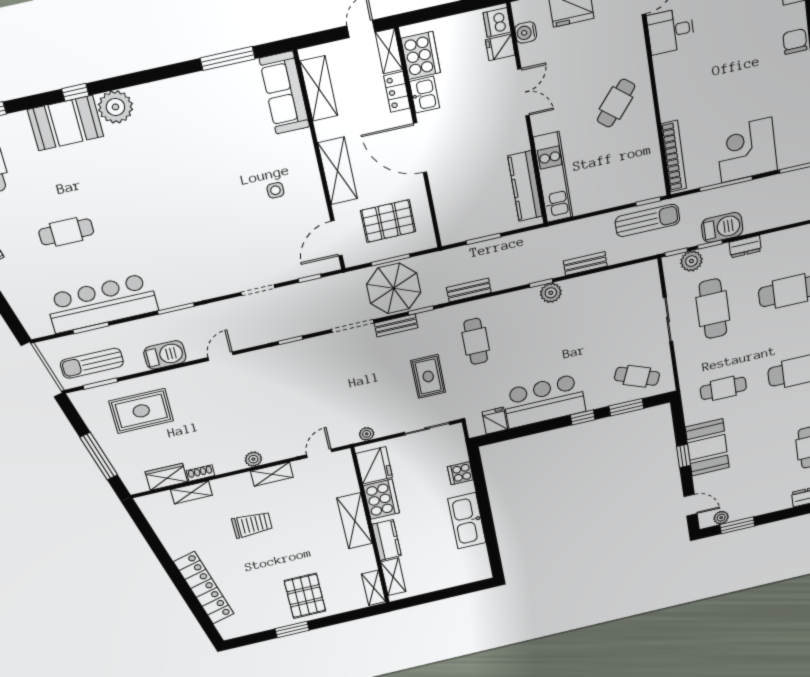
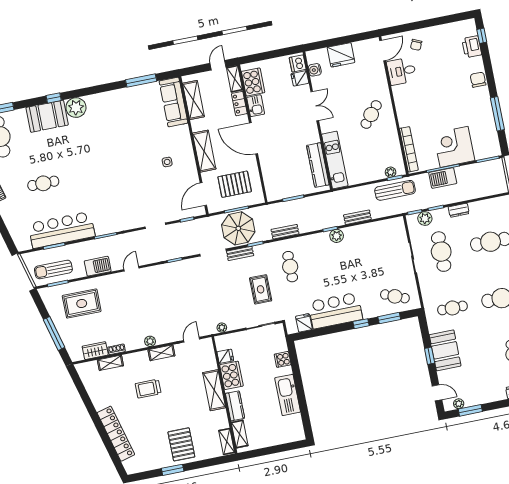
plant: (642, 193) -> (391, 172), added
barbecue: (722, 227) -> (443, 178), moved, turned 180
fridge: (374, 465) -> (225, 356), width x0.53, depth x0.75
trolley: (252, 525) -> (148, 389), turned 180

